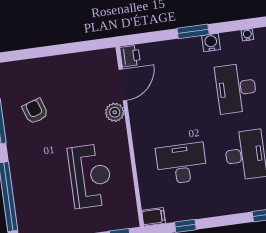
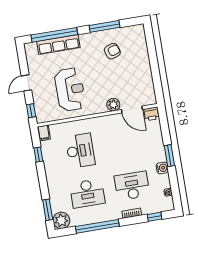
reception desk: (90, 176) -> (70, 90), turned -90
row of seats: (23, 191) -> (58, 44), added

